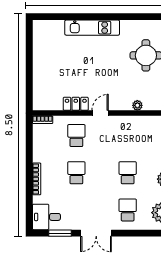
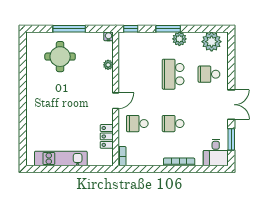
kitchen unit: (92, 28) -> (61, 158), moved, turned -90
locker: (76, 104) -> (107, 136), moved
door: (100, 113) -> (116, 101), swing flipped
school desk: (128, 173) -> (173, 74), width x1.85

